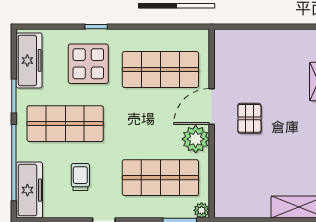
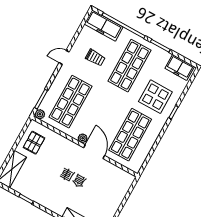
freezer: (29, 60) -> (180, 67), width x0.71
pallet: (249, 118) -> (34, 143), moved, turned 90
plant: (196, 139) -> (83, 138), width x0.53, depth x0.53

